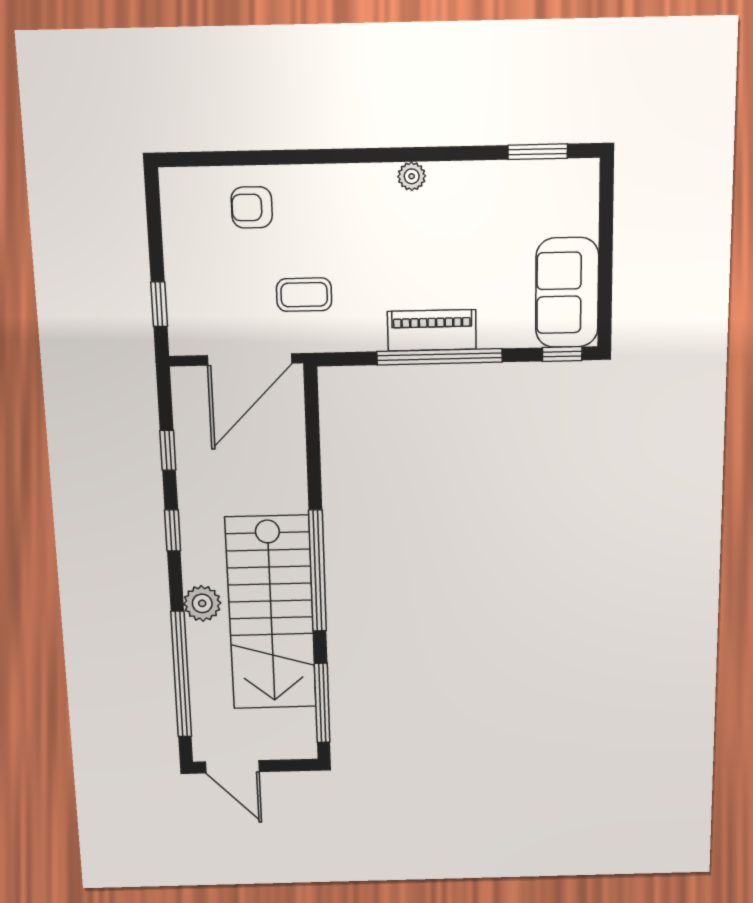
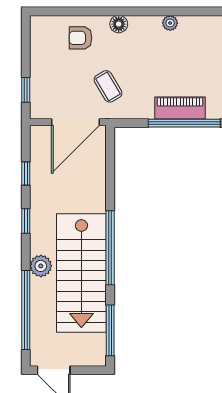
floor lamp: (319, 180) -> (119, 24), added
coffee table: (304, 295) -> (108, 86), turned 59

